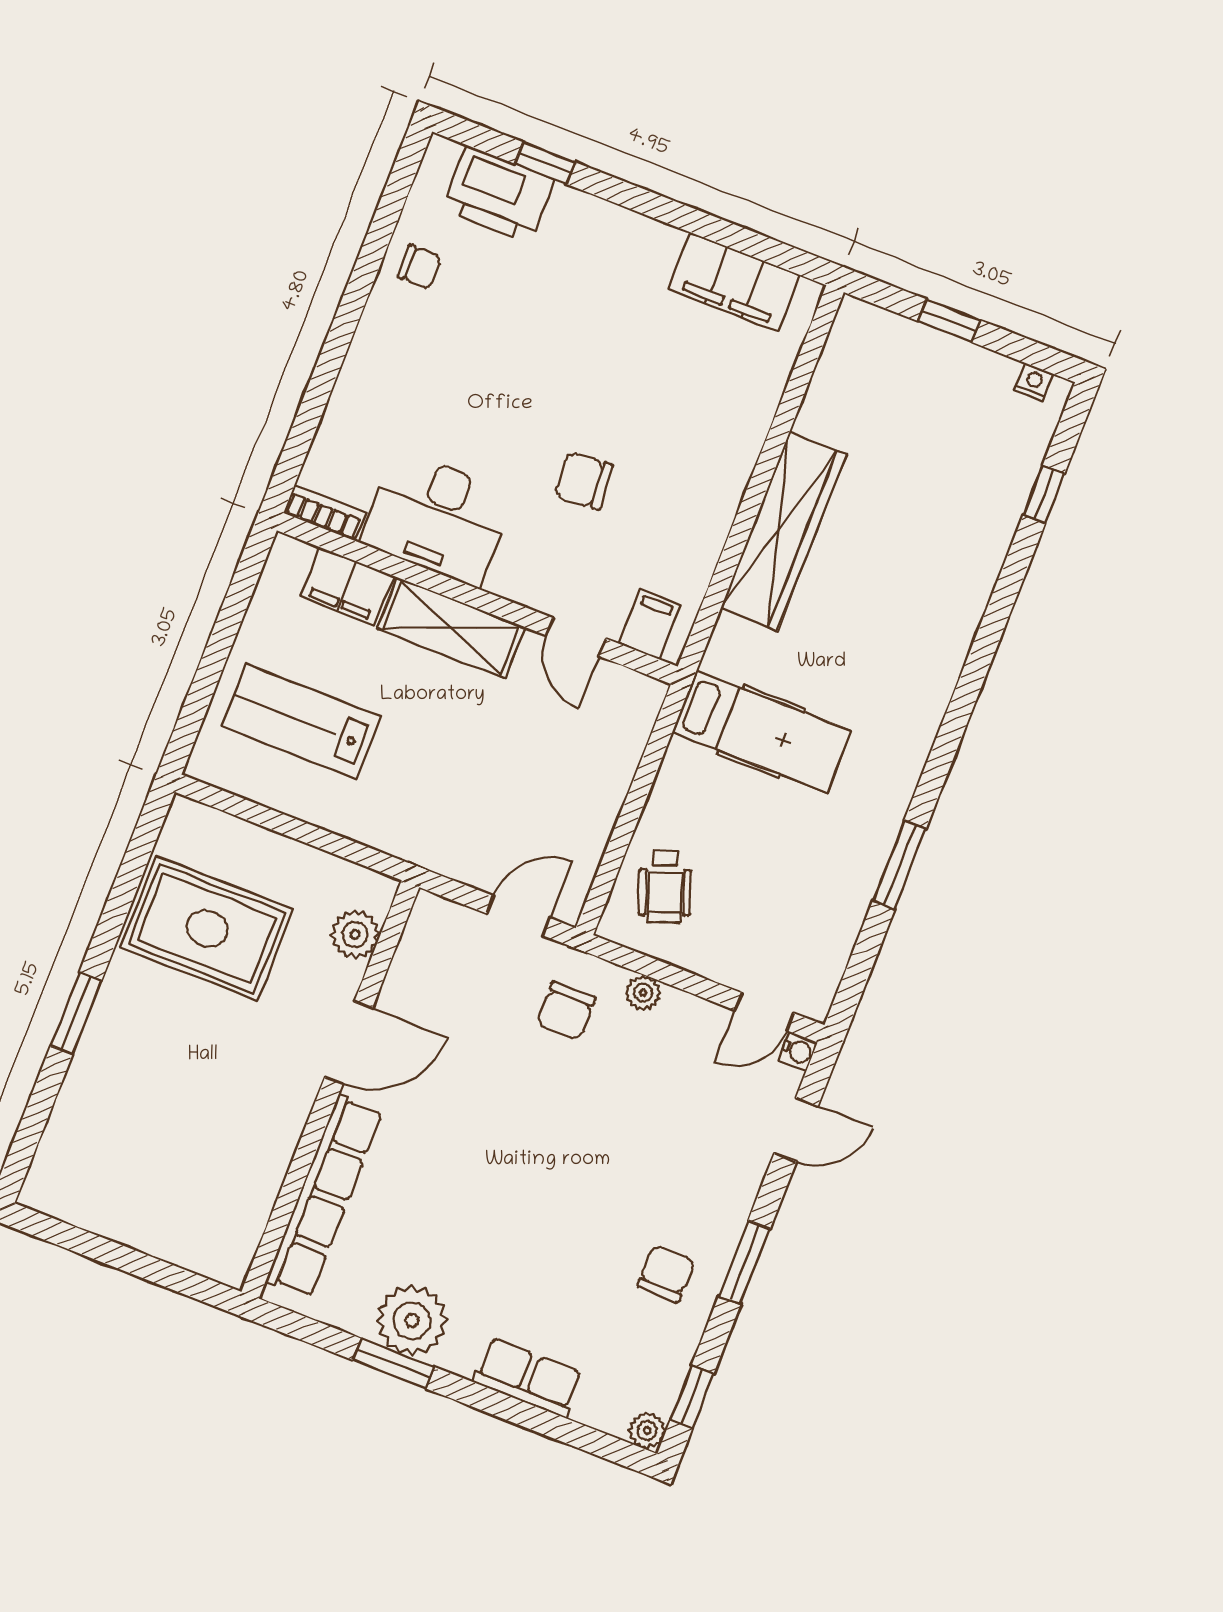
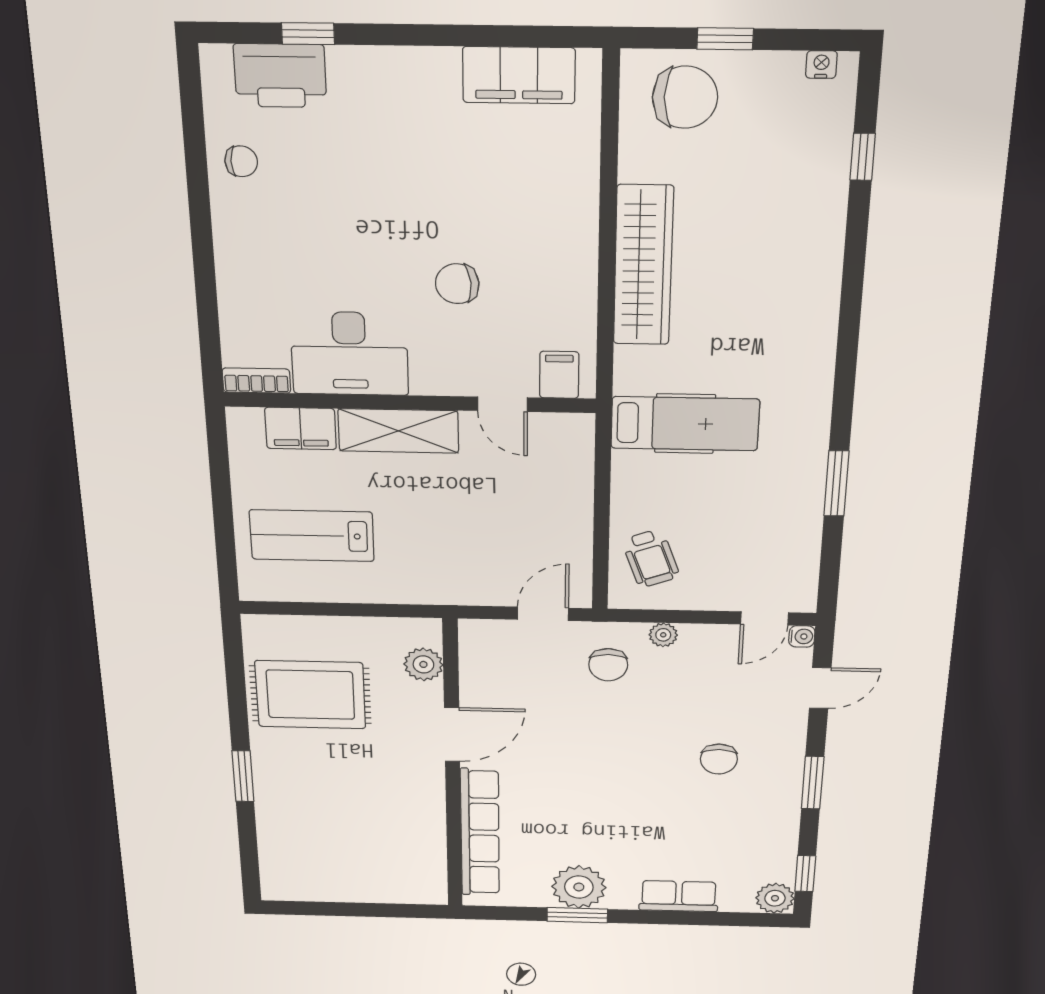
chair: (889, 366) -> (685, 97), added
chair: (666, 1273) -> (719, 759), moved, turned 180
plant: (647, 1431) -> (775, 898), width x1.38, depth x1.38

